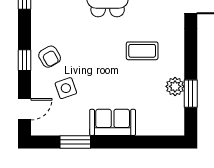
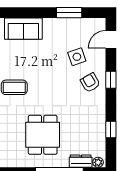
sofa: (113, 122) -> (23, 29), moved

